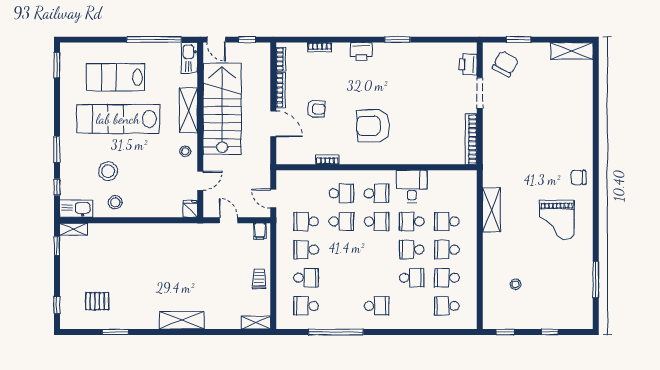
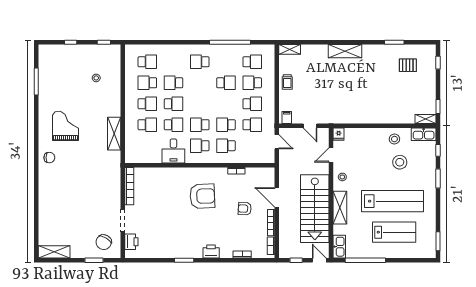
school desk: (341, 278) -> (226, 83), added
school desk: (447, 278) -> (147, 83), turned 180

